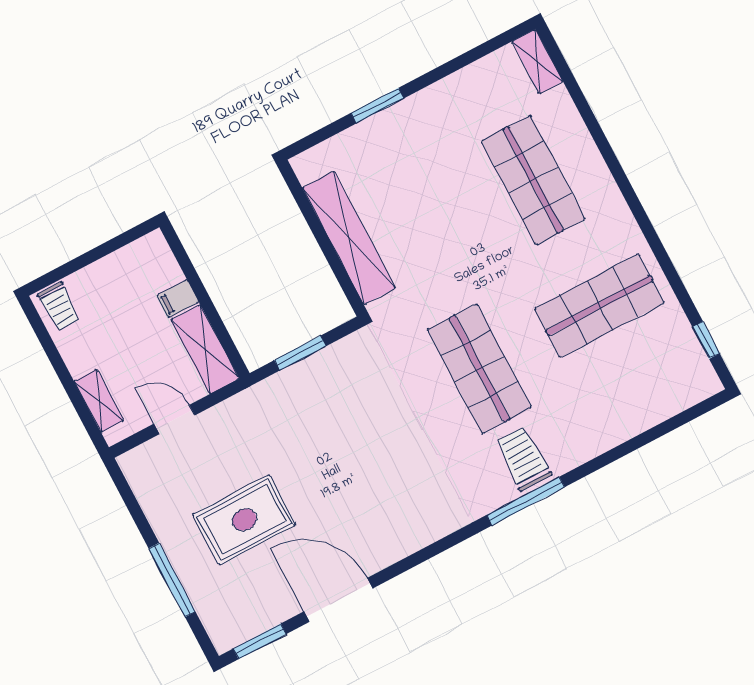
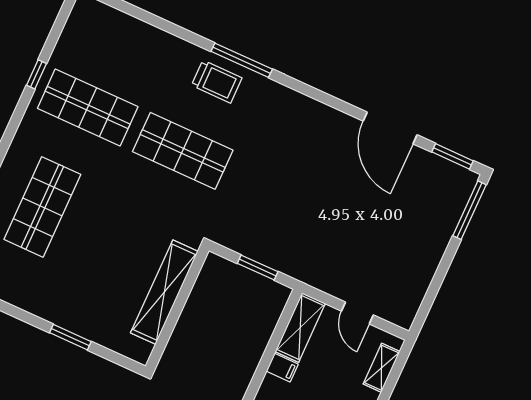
window: (706, 340) -> (36, 74), moved
shop shelf: (479, 369) -> (183, 151), turned 90
trolley: (523, 459) -> (217, 82), turned -90
rug: (244, 520) -> (386, 223), removed
window: (172, 580) -> (469, 210), moved

